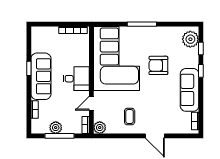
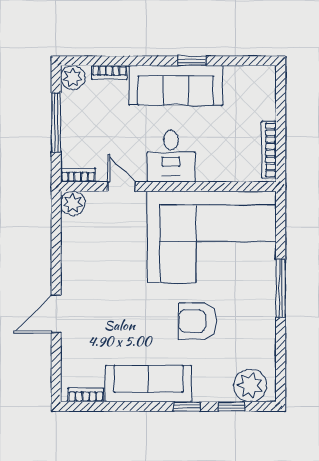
armchair: (158, 65) -> (197, 321), turned -90
coffee table: (130, 117) -> (95, 263), removed
plant: (56, 128) -> (73, 78), moved

